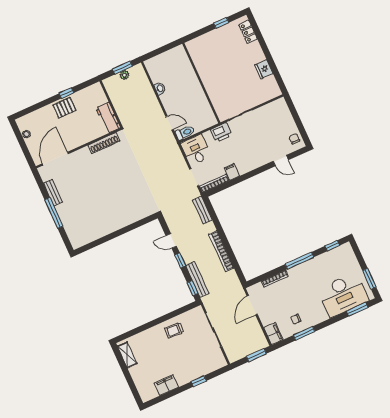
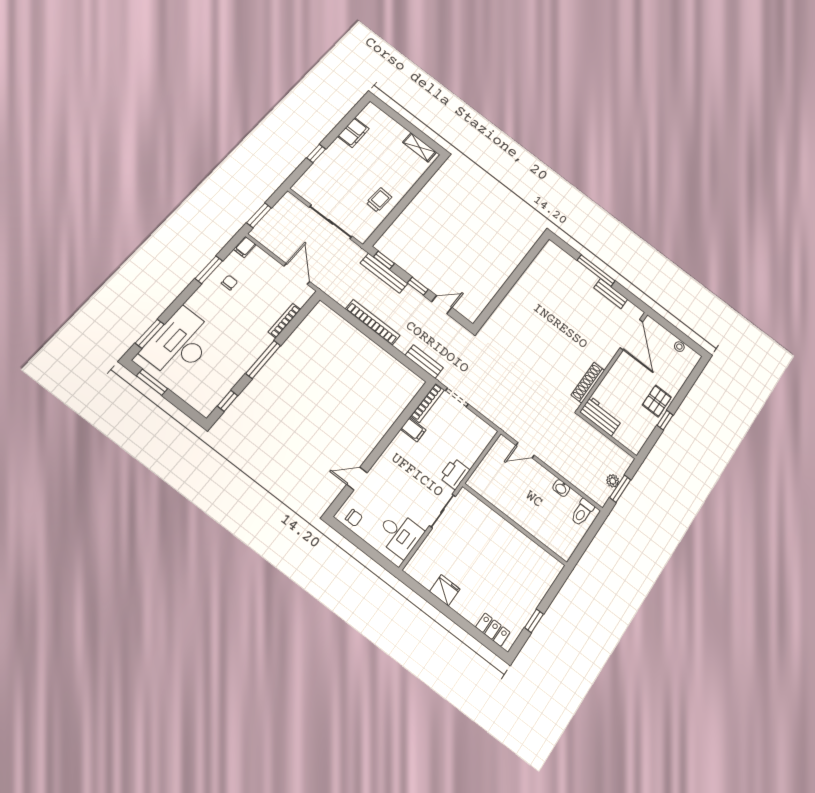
toilet: (185, 133) -> (582, 512), moved
desk: (196, 150) -> (400, 534), moved
filing cabinet: (273, 334) -> (245, 247), width x0.50

